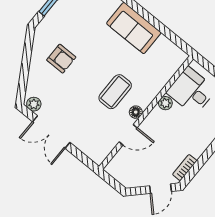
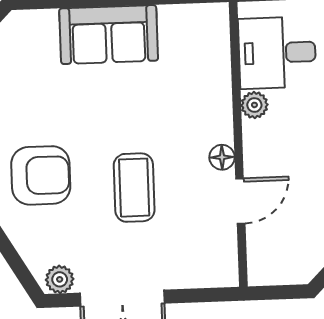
armchair: (61, 59) -> (41, 175), width x1.38, depth x1.38
coffee table: (115, 92) -> (134, 188), moved

